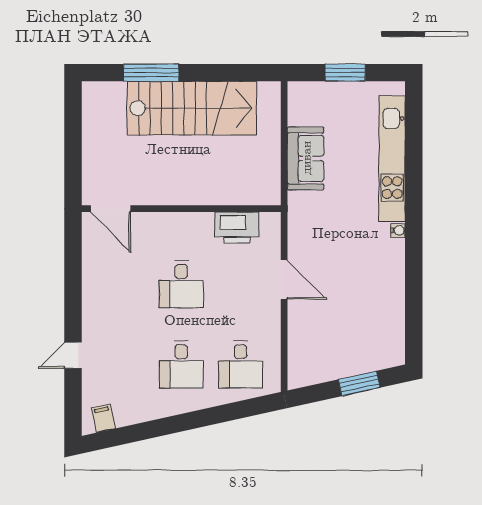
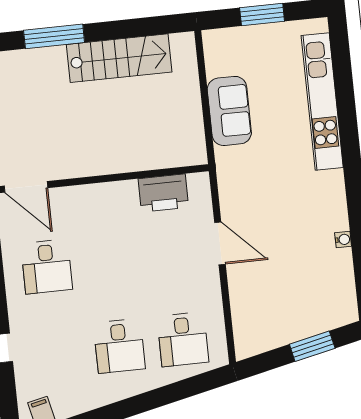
stairs: (192, 108) -> (119, 58), width x0.73, depth x0.66
water cooler: (398, 230) -> (343, 239), moved
desk: (181, 284) -> (47, 267), moved

